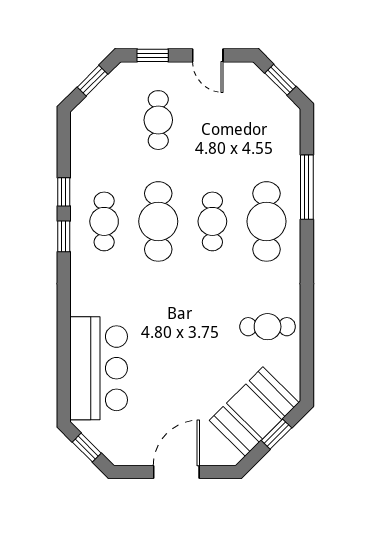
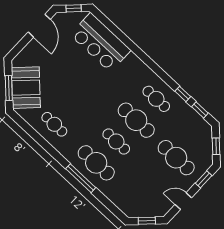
cafe table: (158, 120) -> (176, 158), width x1.37, depth x1.35
window: (307, 187) -> (81, 178), moved
window: (64, 236) -> (200, 110), moved
cafe table: (268, 327) -> (54, 124), turned 90
window: (276, 434) -> (9, 88), width x1.50
door: (176, 472) -> (39, 26), moved

